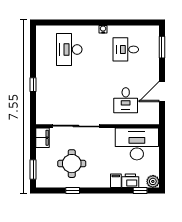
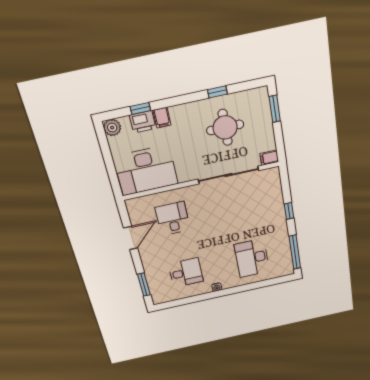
window: (33, 46) -> (295, 252), added
desk: (69, 49) -> (252, 258), turned 180
filing cabinet: (42, 138) -> (269, 158), width x0.50
window: (140, 191) -> (140, 109), moved

